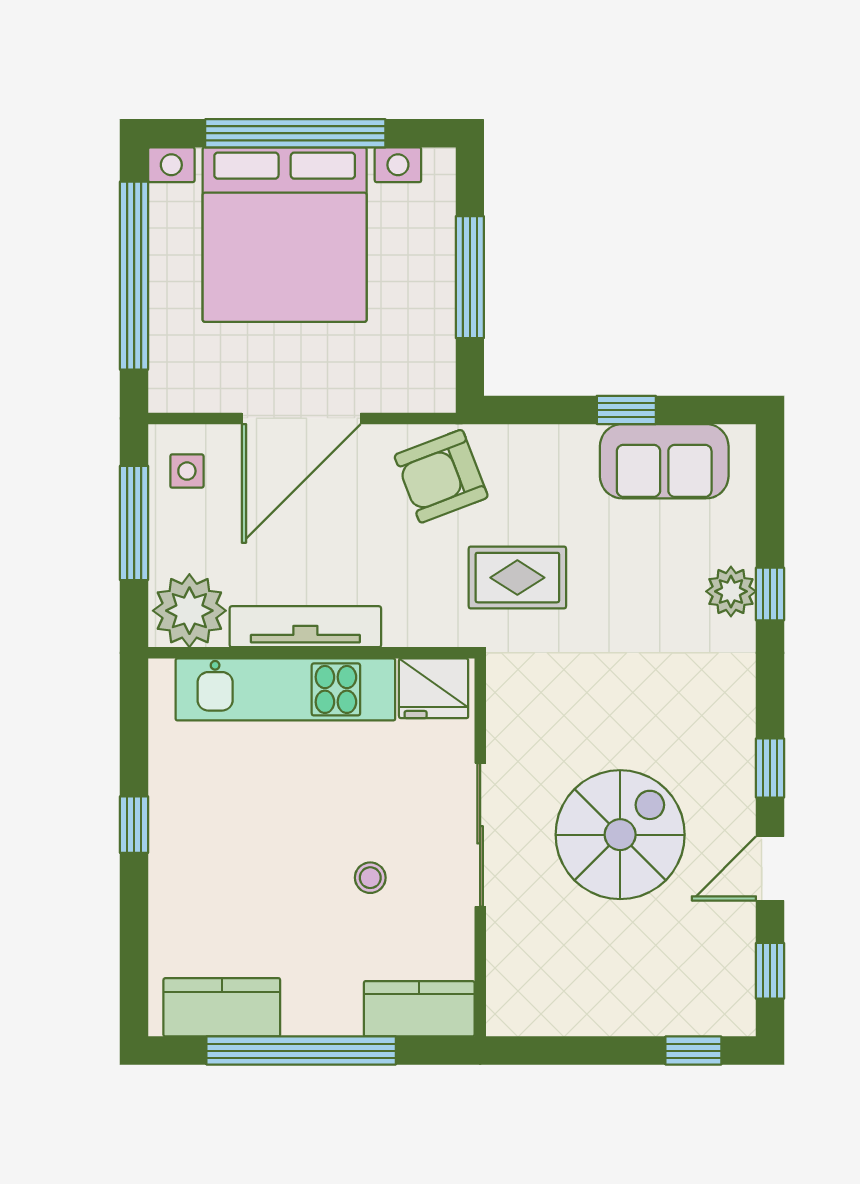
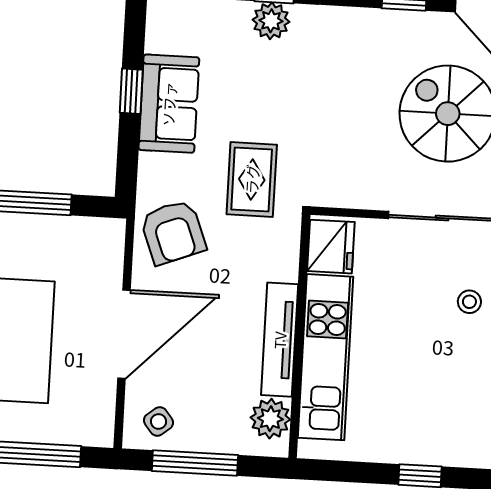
door: (301, 418) -> (124, 334), hinge flipped
sofa: (664, 461) -> (169, 104), moved
side table: (187, 471) -> (158, 421), turned -38
plant: (189, 611) -> (270, 419), width x0.73, depth x0.73

